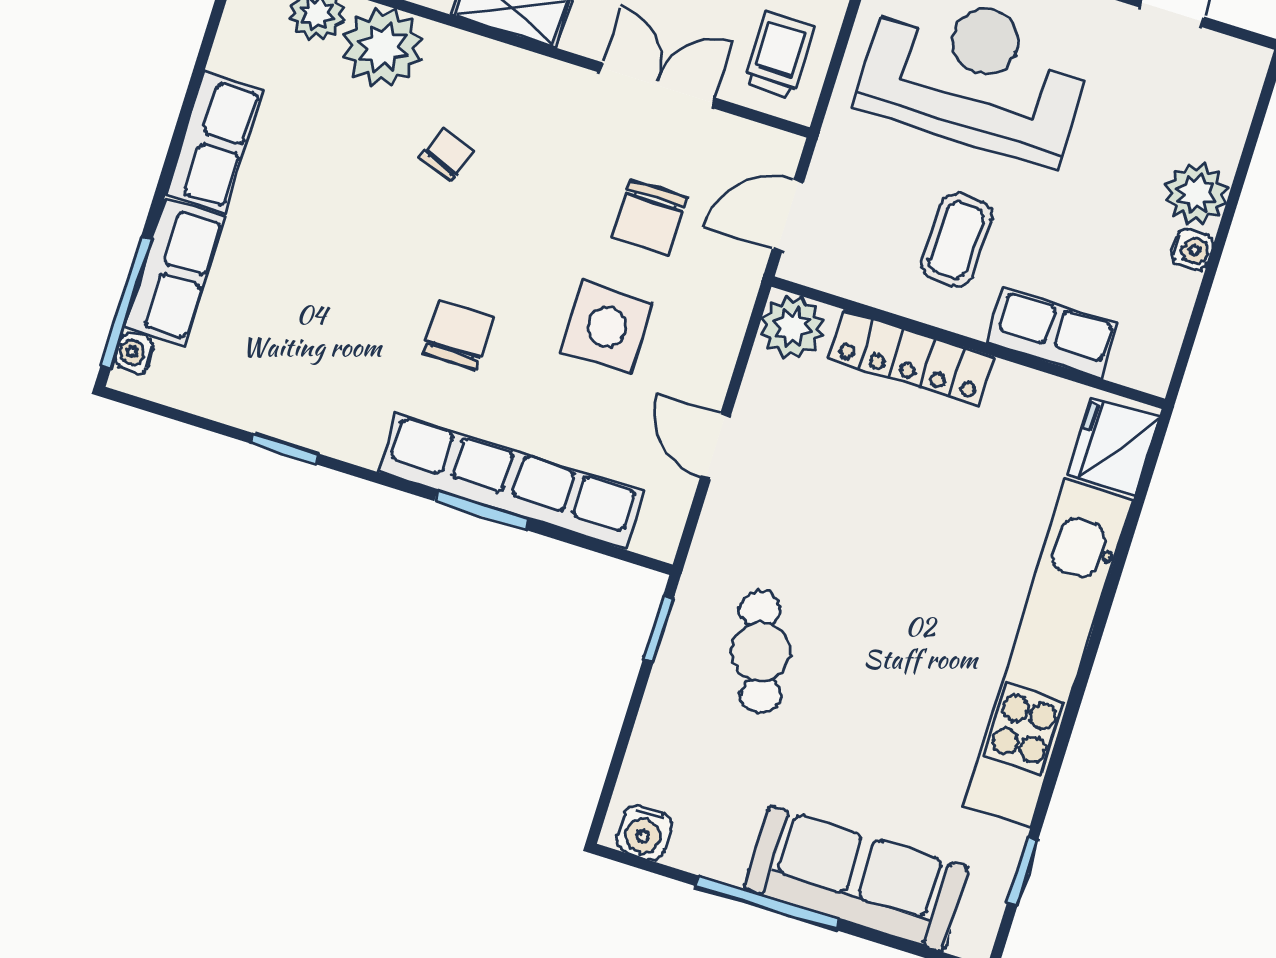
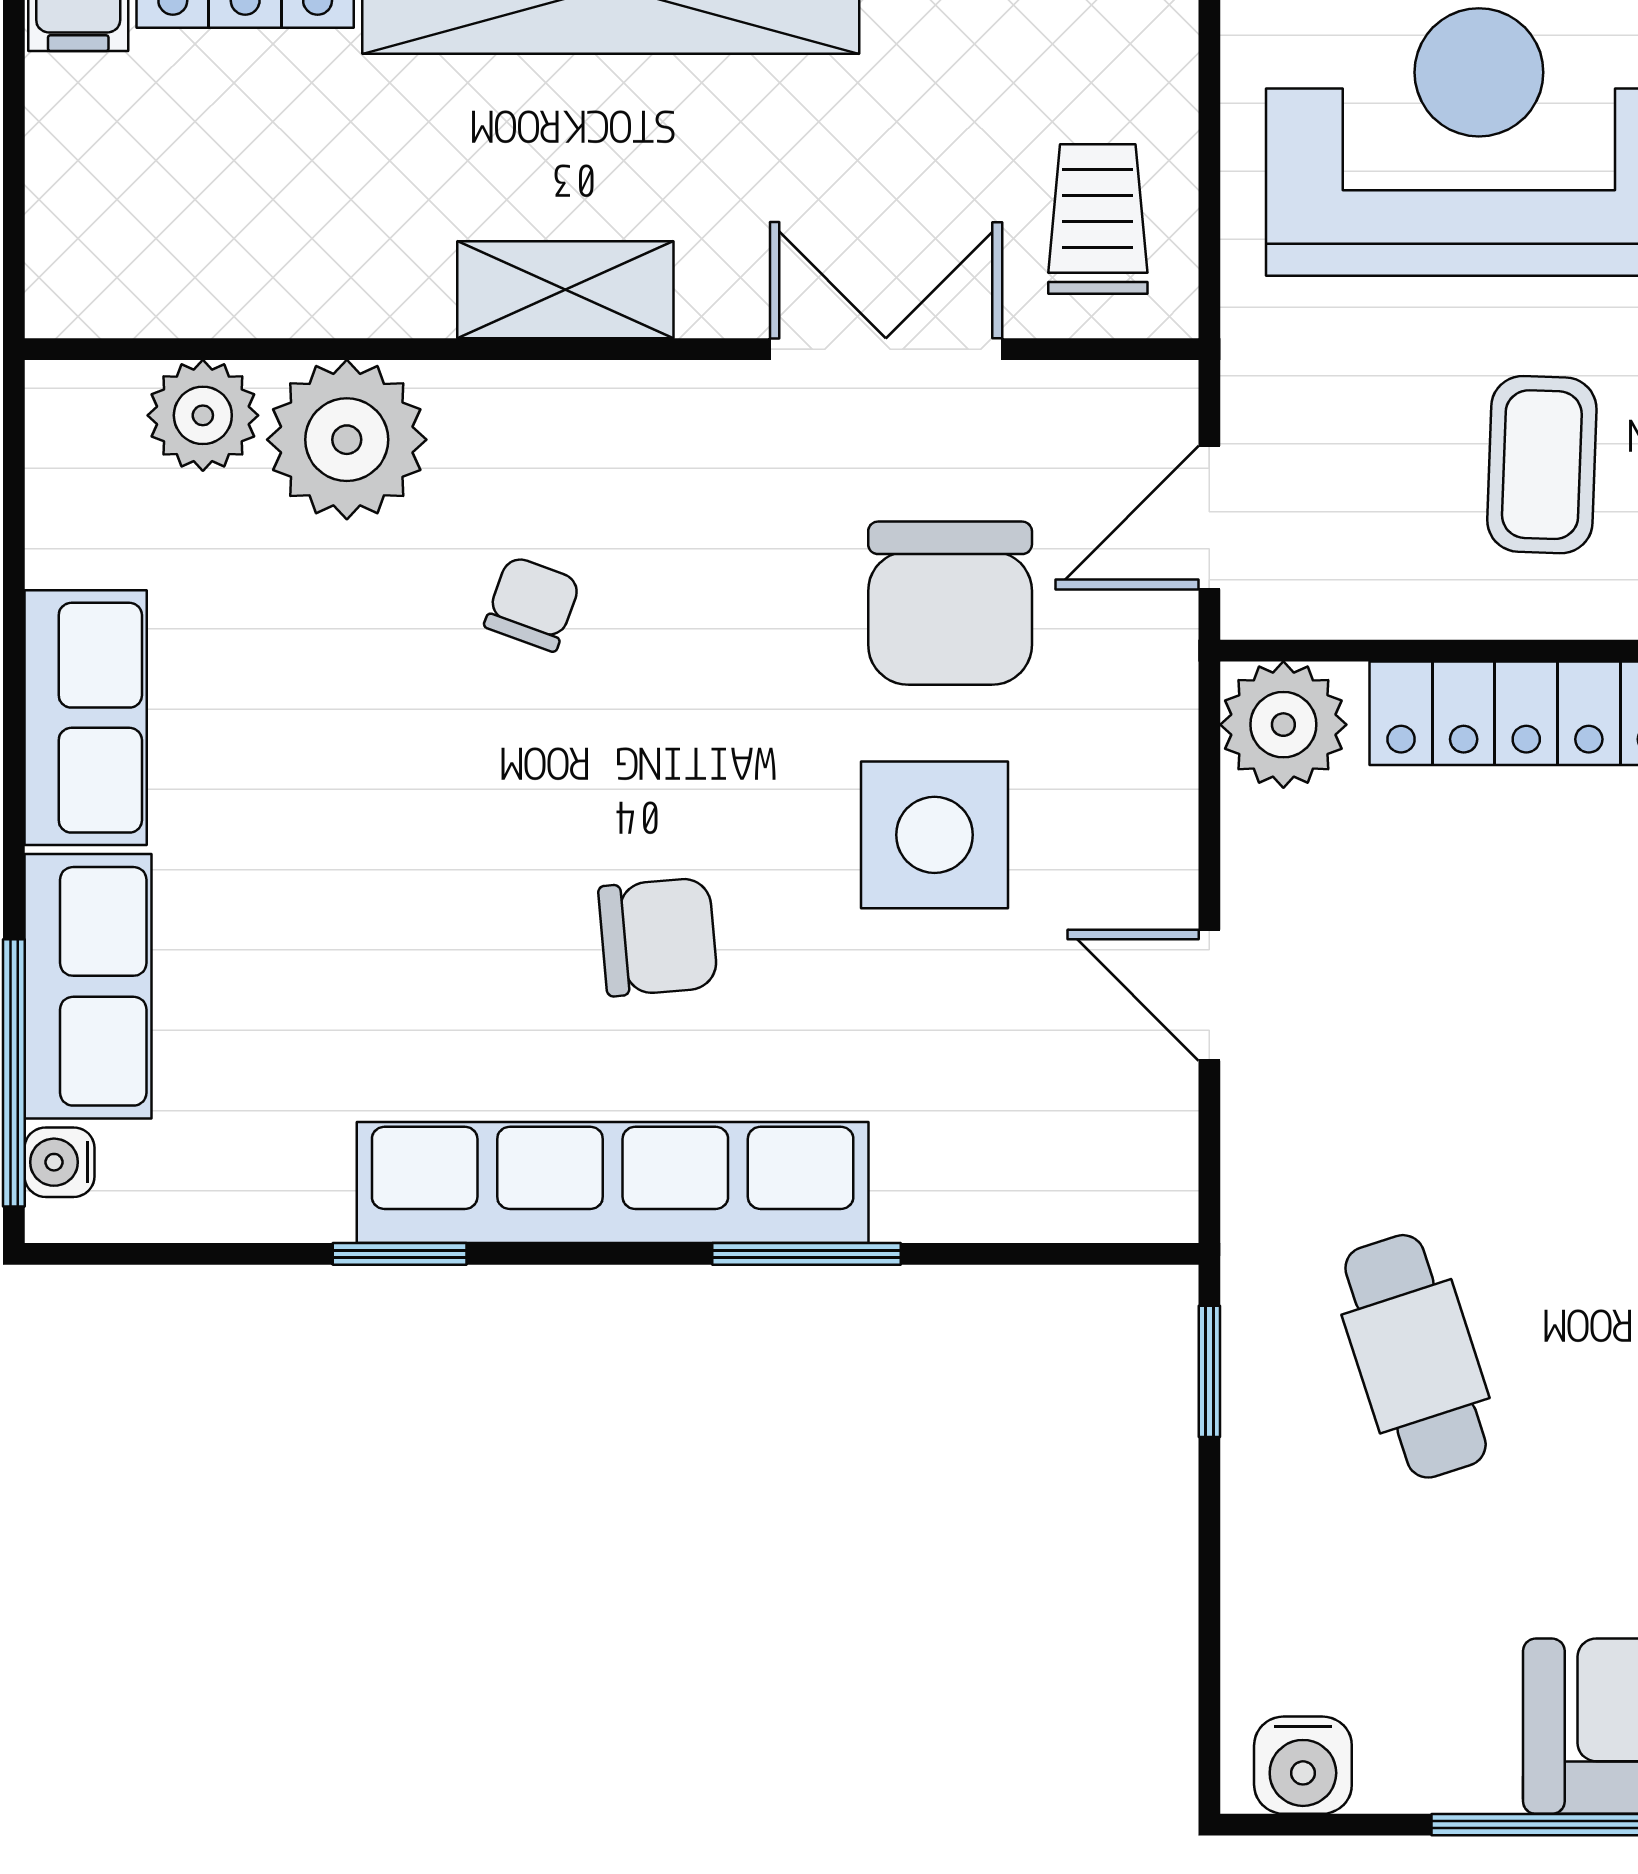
chair: (650, 218) -> (950, 603), width x1.37, depth x1.37
chair: (458, 335) -> (658, 937), turned 85
row of seats: (511, 482) -> (613, 1182), moved

